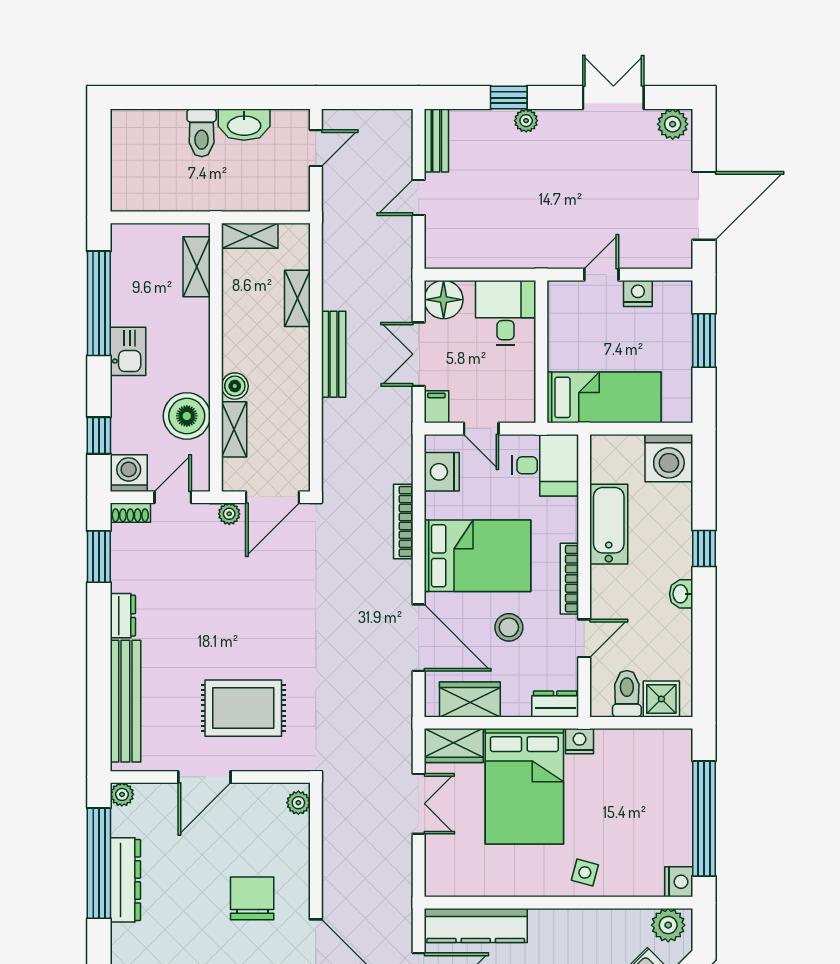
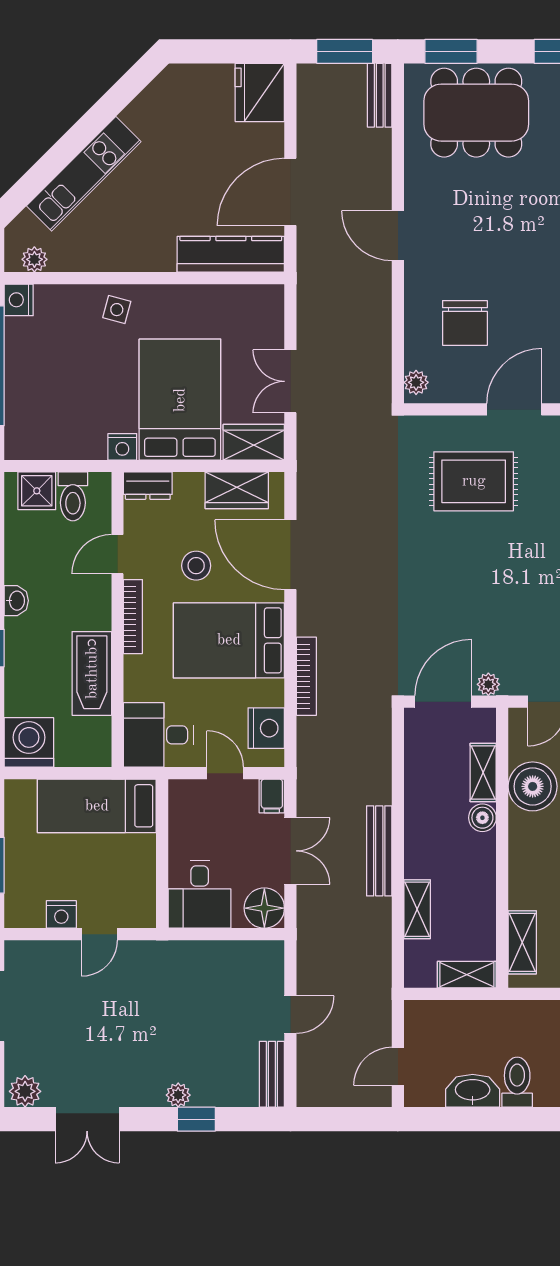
chair: (252, 898) -> (465, 323), moved
plant: (668, 925) -> (34, 259), width x0.73, depth x0.73

